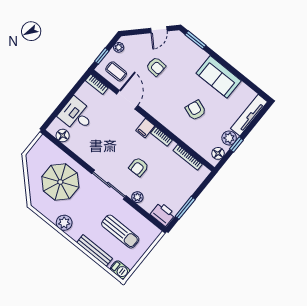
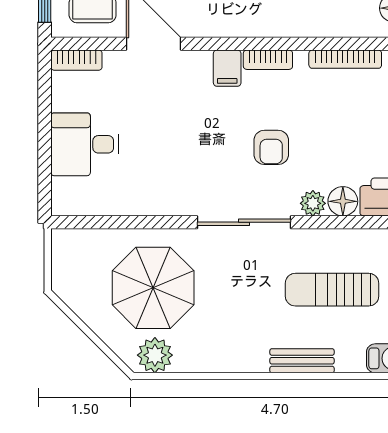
floor lamp: (63, 136) -> (343, 201), moved
plant: (64, 223) -> (155, 355), moved
sun lounger: (120, 232) -> (332, 290), turned 180
bench: (95, 251) -> (302, 361), width x0.73

